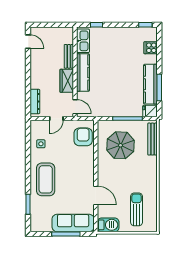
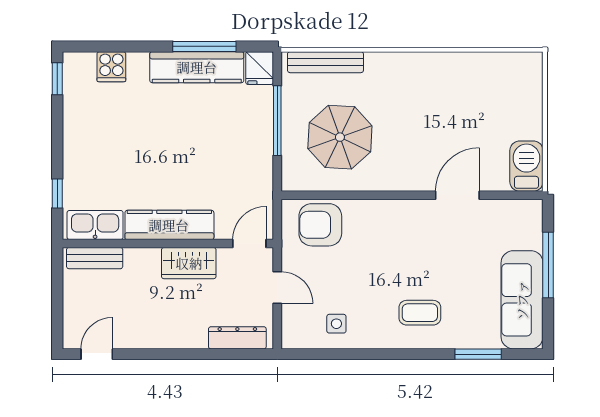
bench: (69, 56) -> (95, 258), moved
coffee table: (46, 179) -> (420, 313), width x0.54, depth x0.58
sun lounger: (137, 209) -> (490, 100), removed
sofa: (73, 223) -> (522, 300), moved

